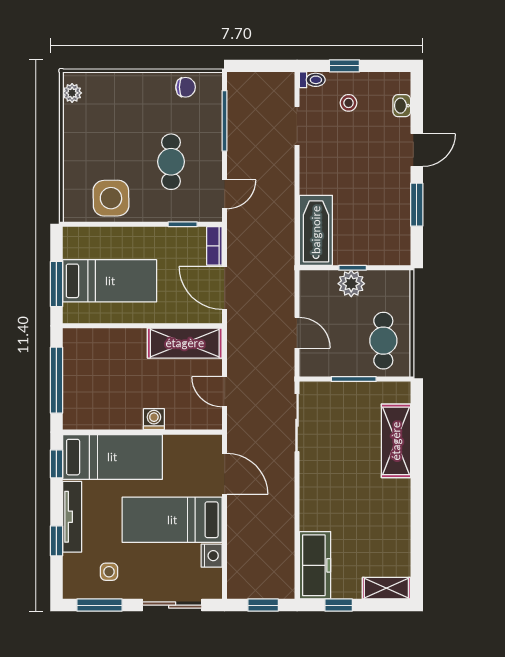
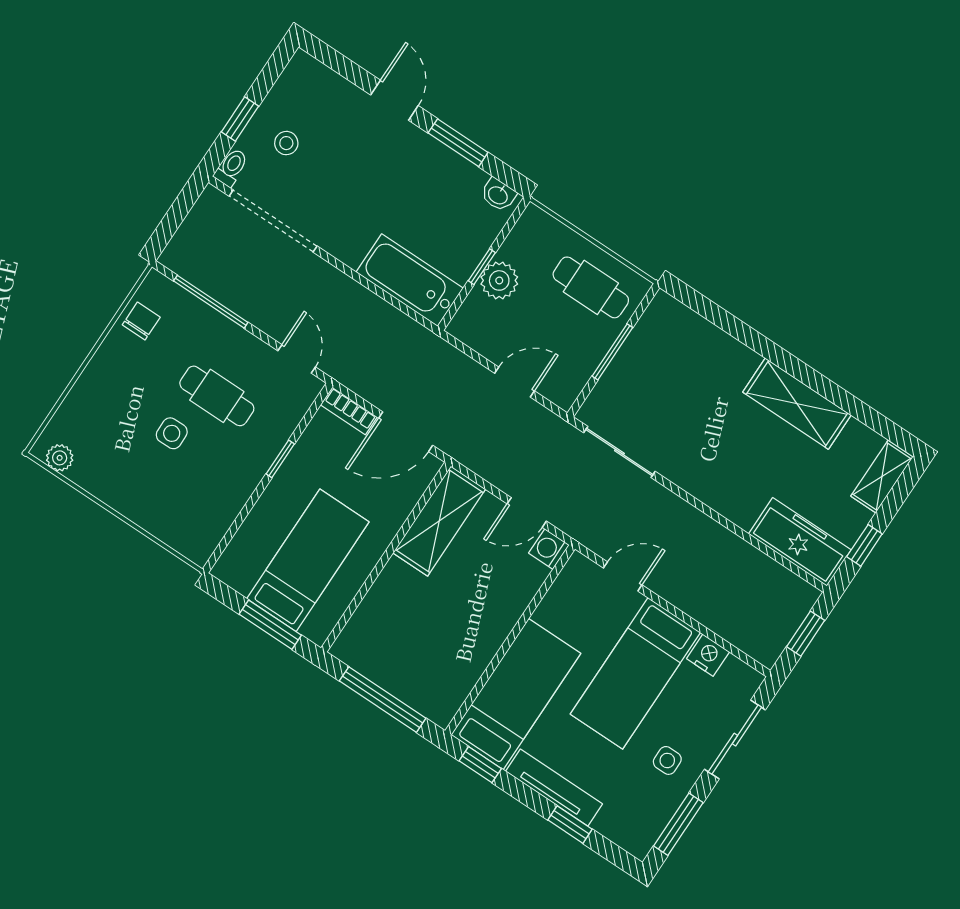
washbasin: (402, 106) -> (498, 195), moved
doorway: (297, 126) -> (273, 221), width x1.87
side table: (111, 198) -> (172, 433), moved, width x0.54, depth x0.54
window: (183, 224) -> (280, 459), moved
washing machine: (154, 419) -> (549, 549), moved
shelving: (396, 441) -> (797, 404), moved
door: (225, 474) -> (623, 576), width x0.73
side table: (109, 572) -> (667, 760), moved

